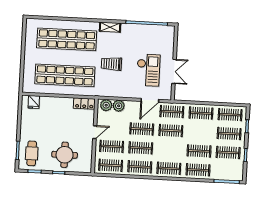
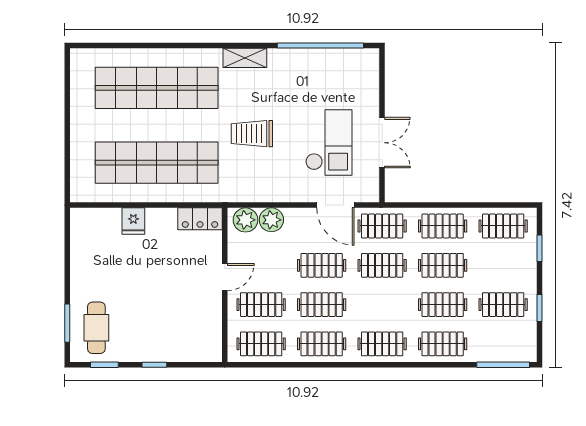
door: (150, 100) -> (335, 205), hinge flipped
fridge: (34, 102) -> (133, 221), moved
clothes rail: (229, 134) -> (443, 265), moved
round table: (65, 155) -> (165, 327), removed

